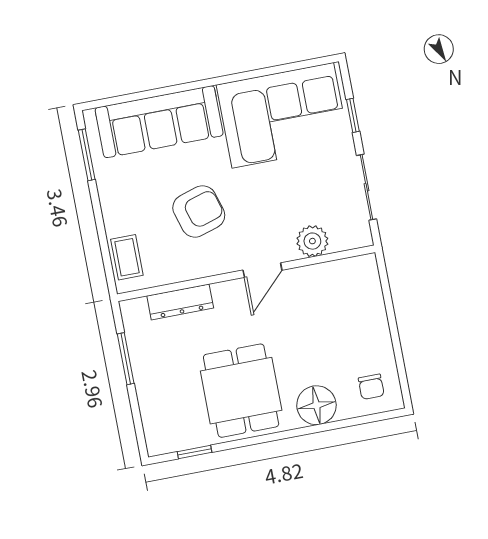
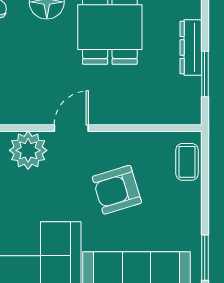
plant: (312, 241) -> (28, 150), width x1.36, depth x1.36
dresser: (180, 302) -> (191, 48), moved, turned -90

